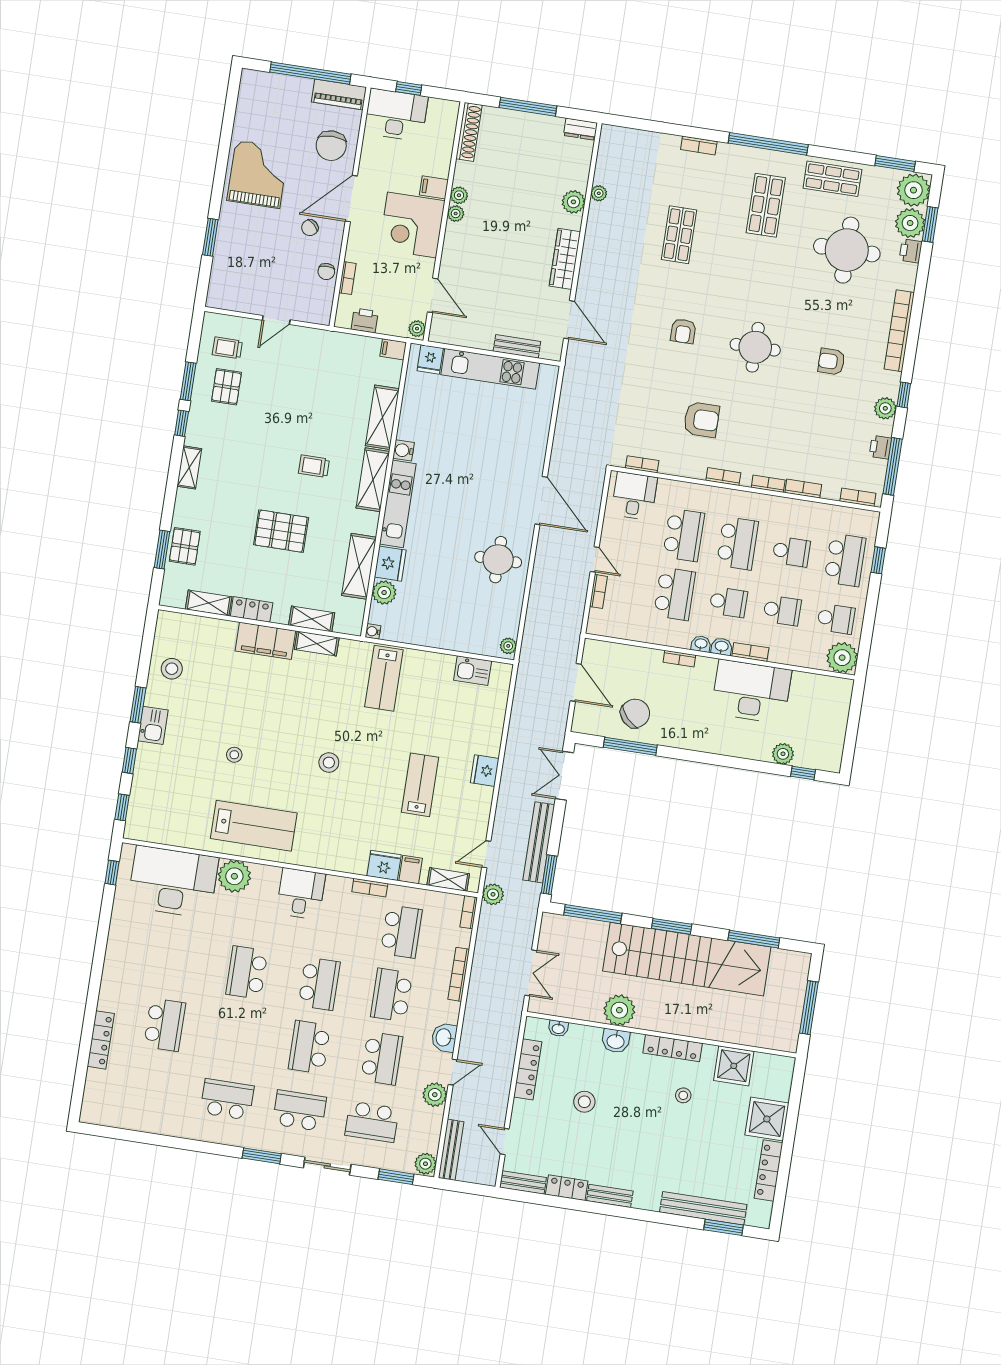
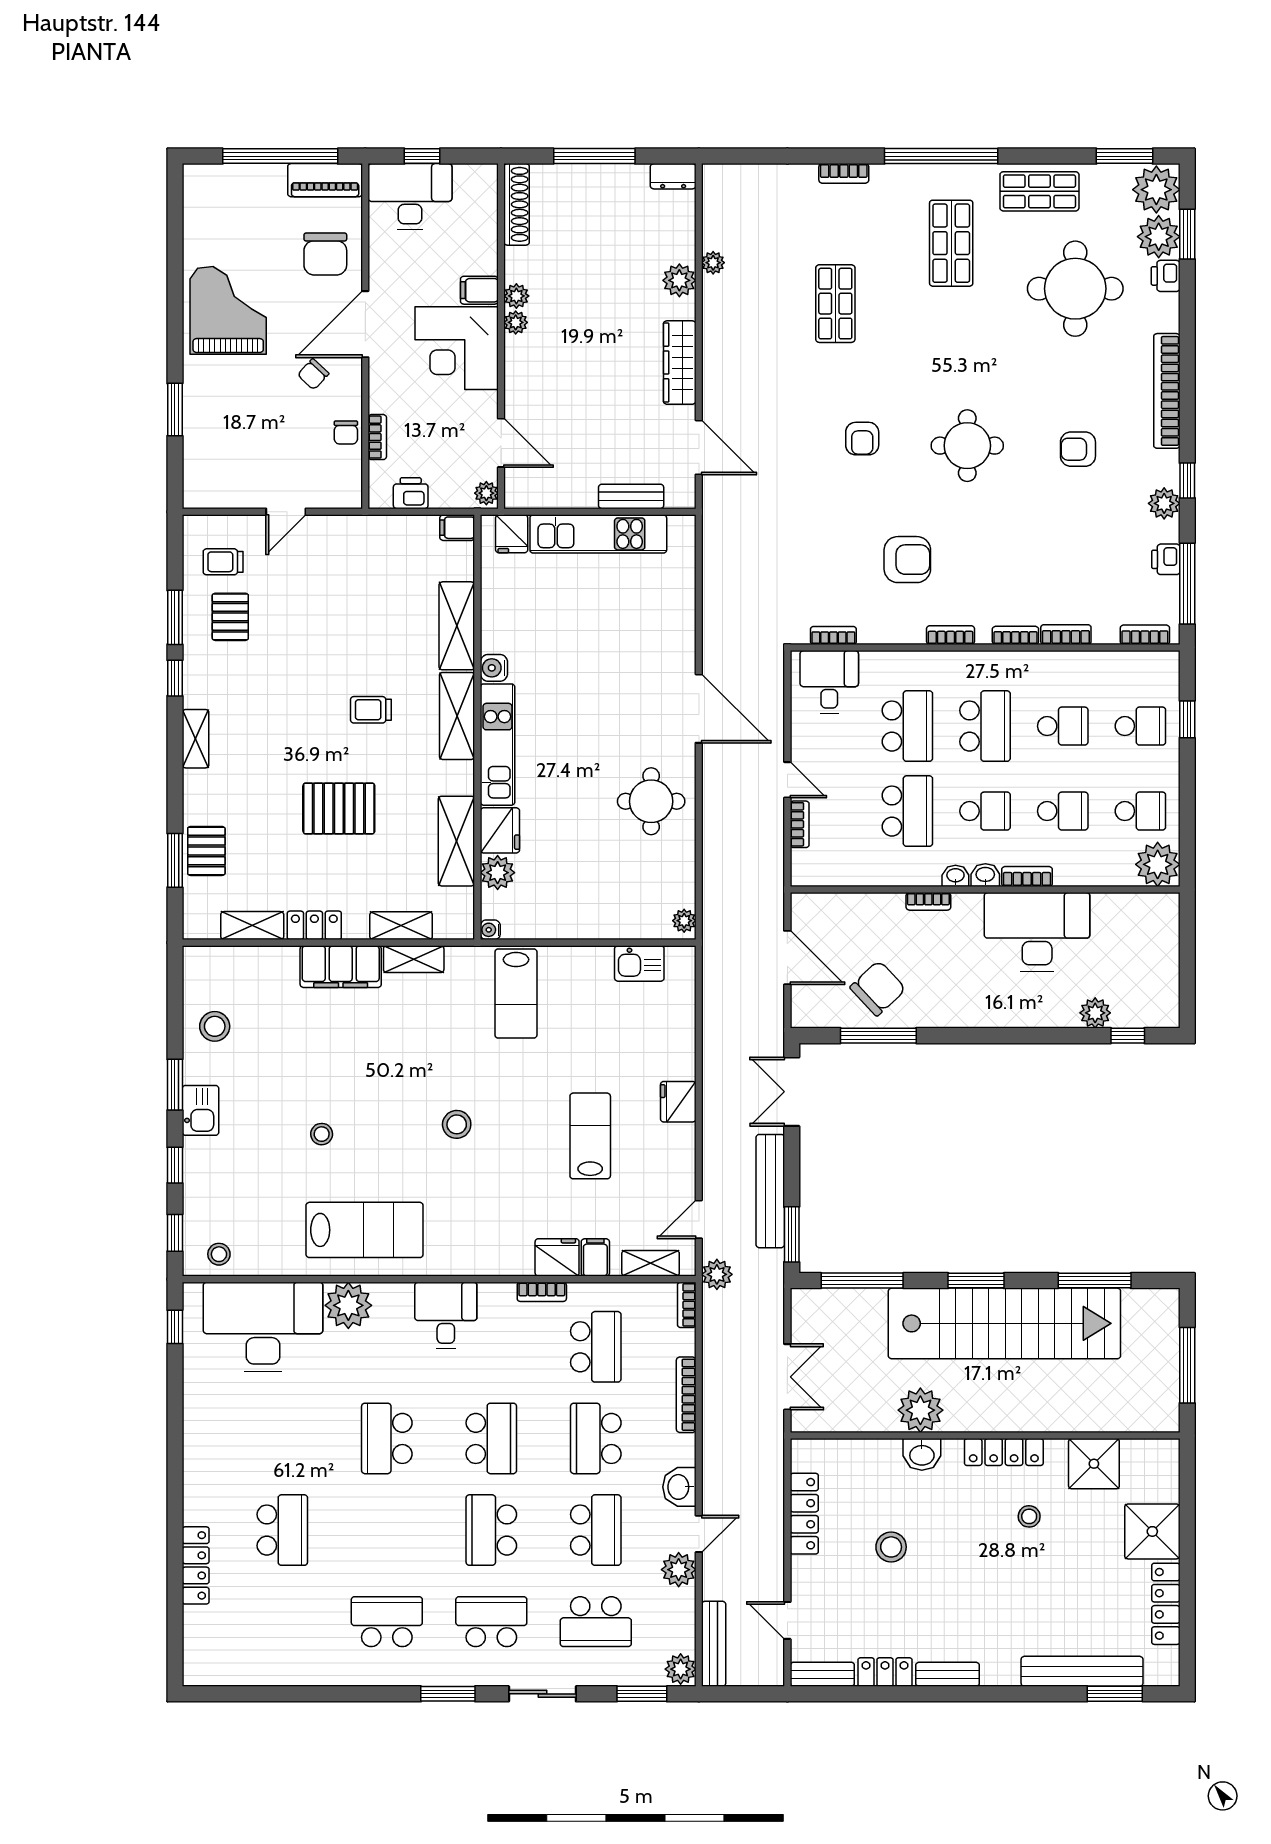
school desk: (845, 560) -> (1140, 726), width x0.54
stool: (150, 827) -> (219, 1254), added
washbasin: (558, 1028) -> (838, 1449), removed

